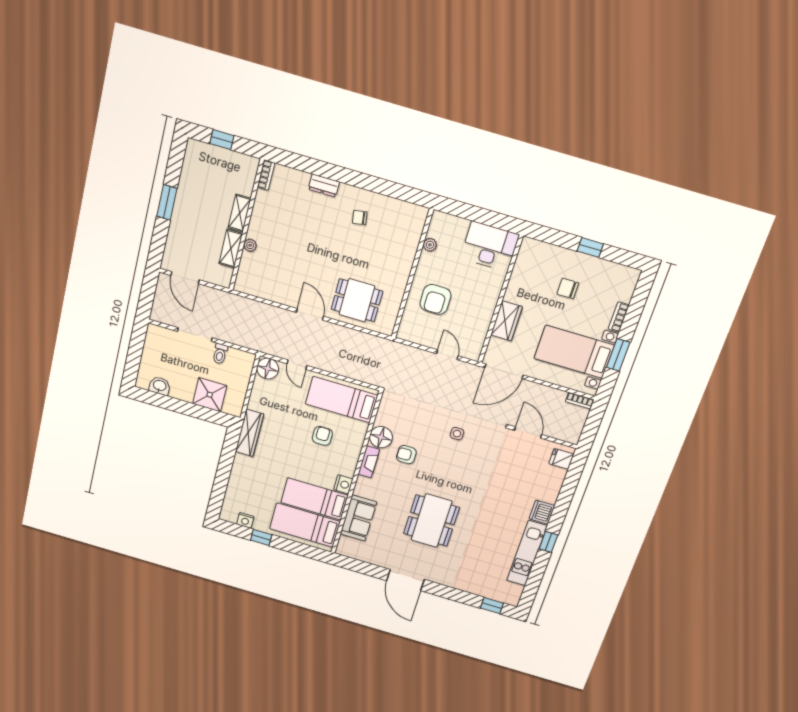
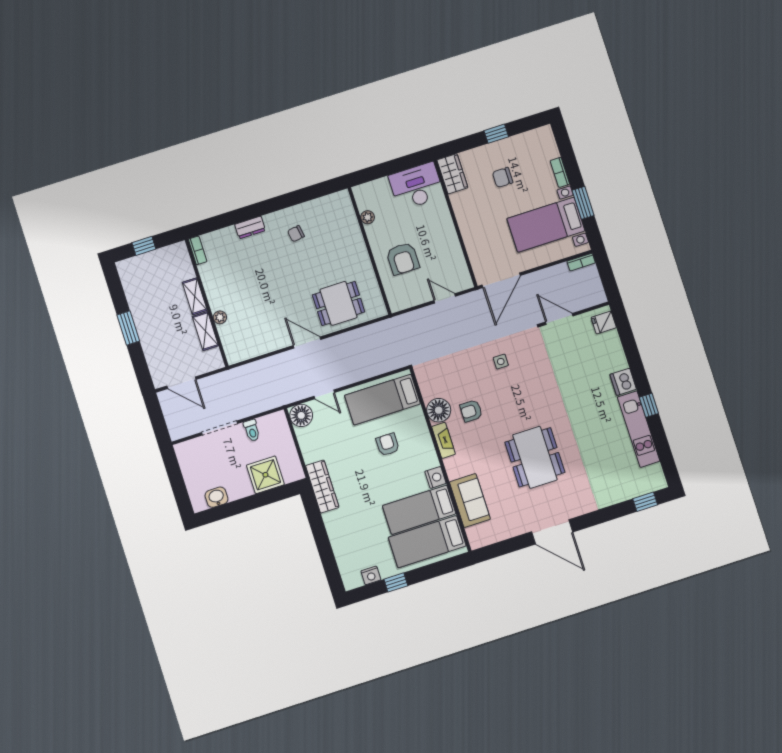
wardrobe: (506, 321) -> (452, 174), moved

